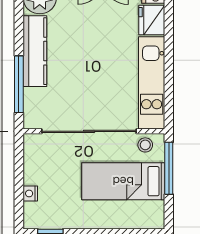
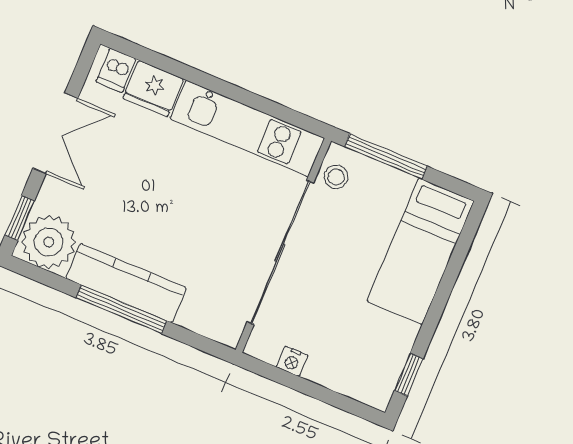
window: (19, 84) -> (121, 309), moved
bed: (123, 181) -> (421, 251), moved
nightstand: (30, 193) -> (292, 361), moved

